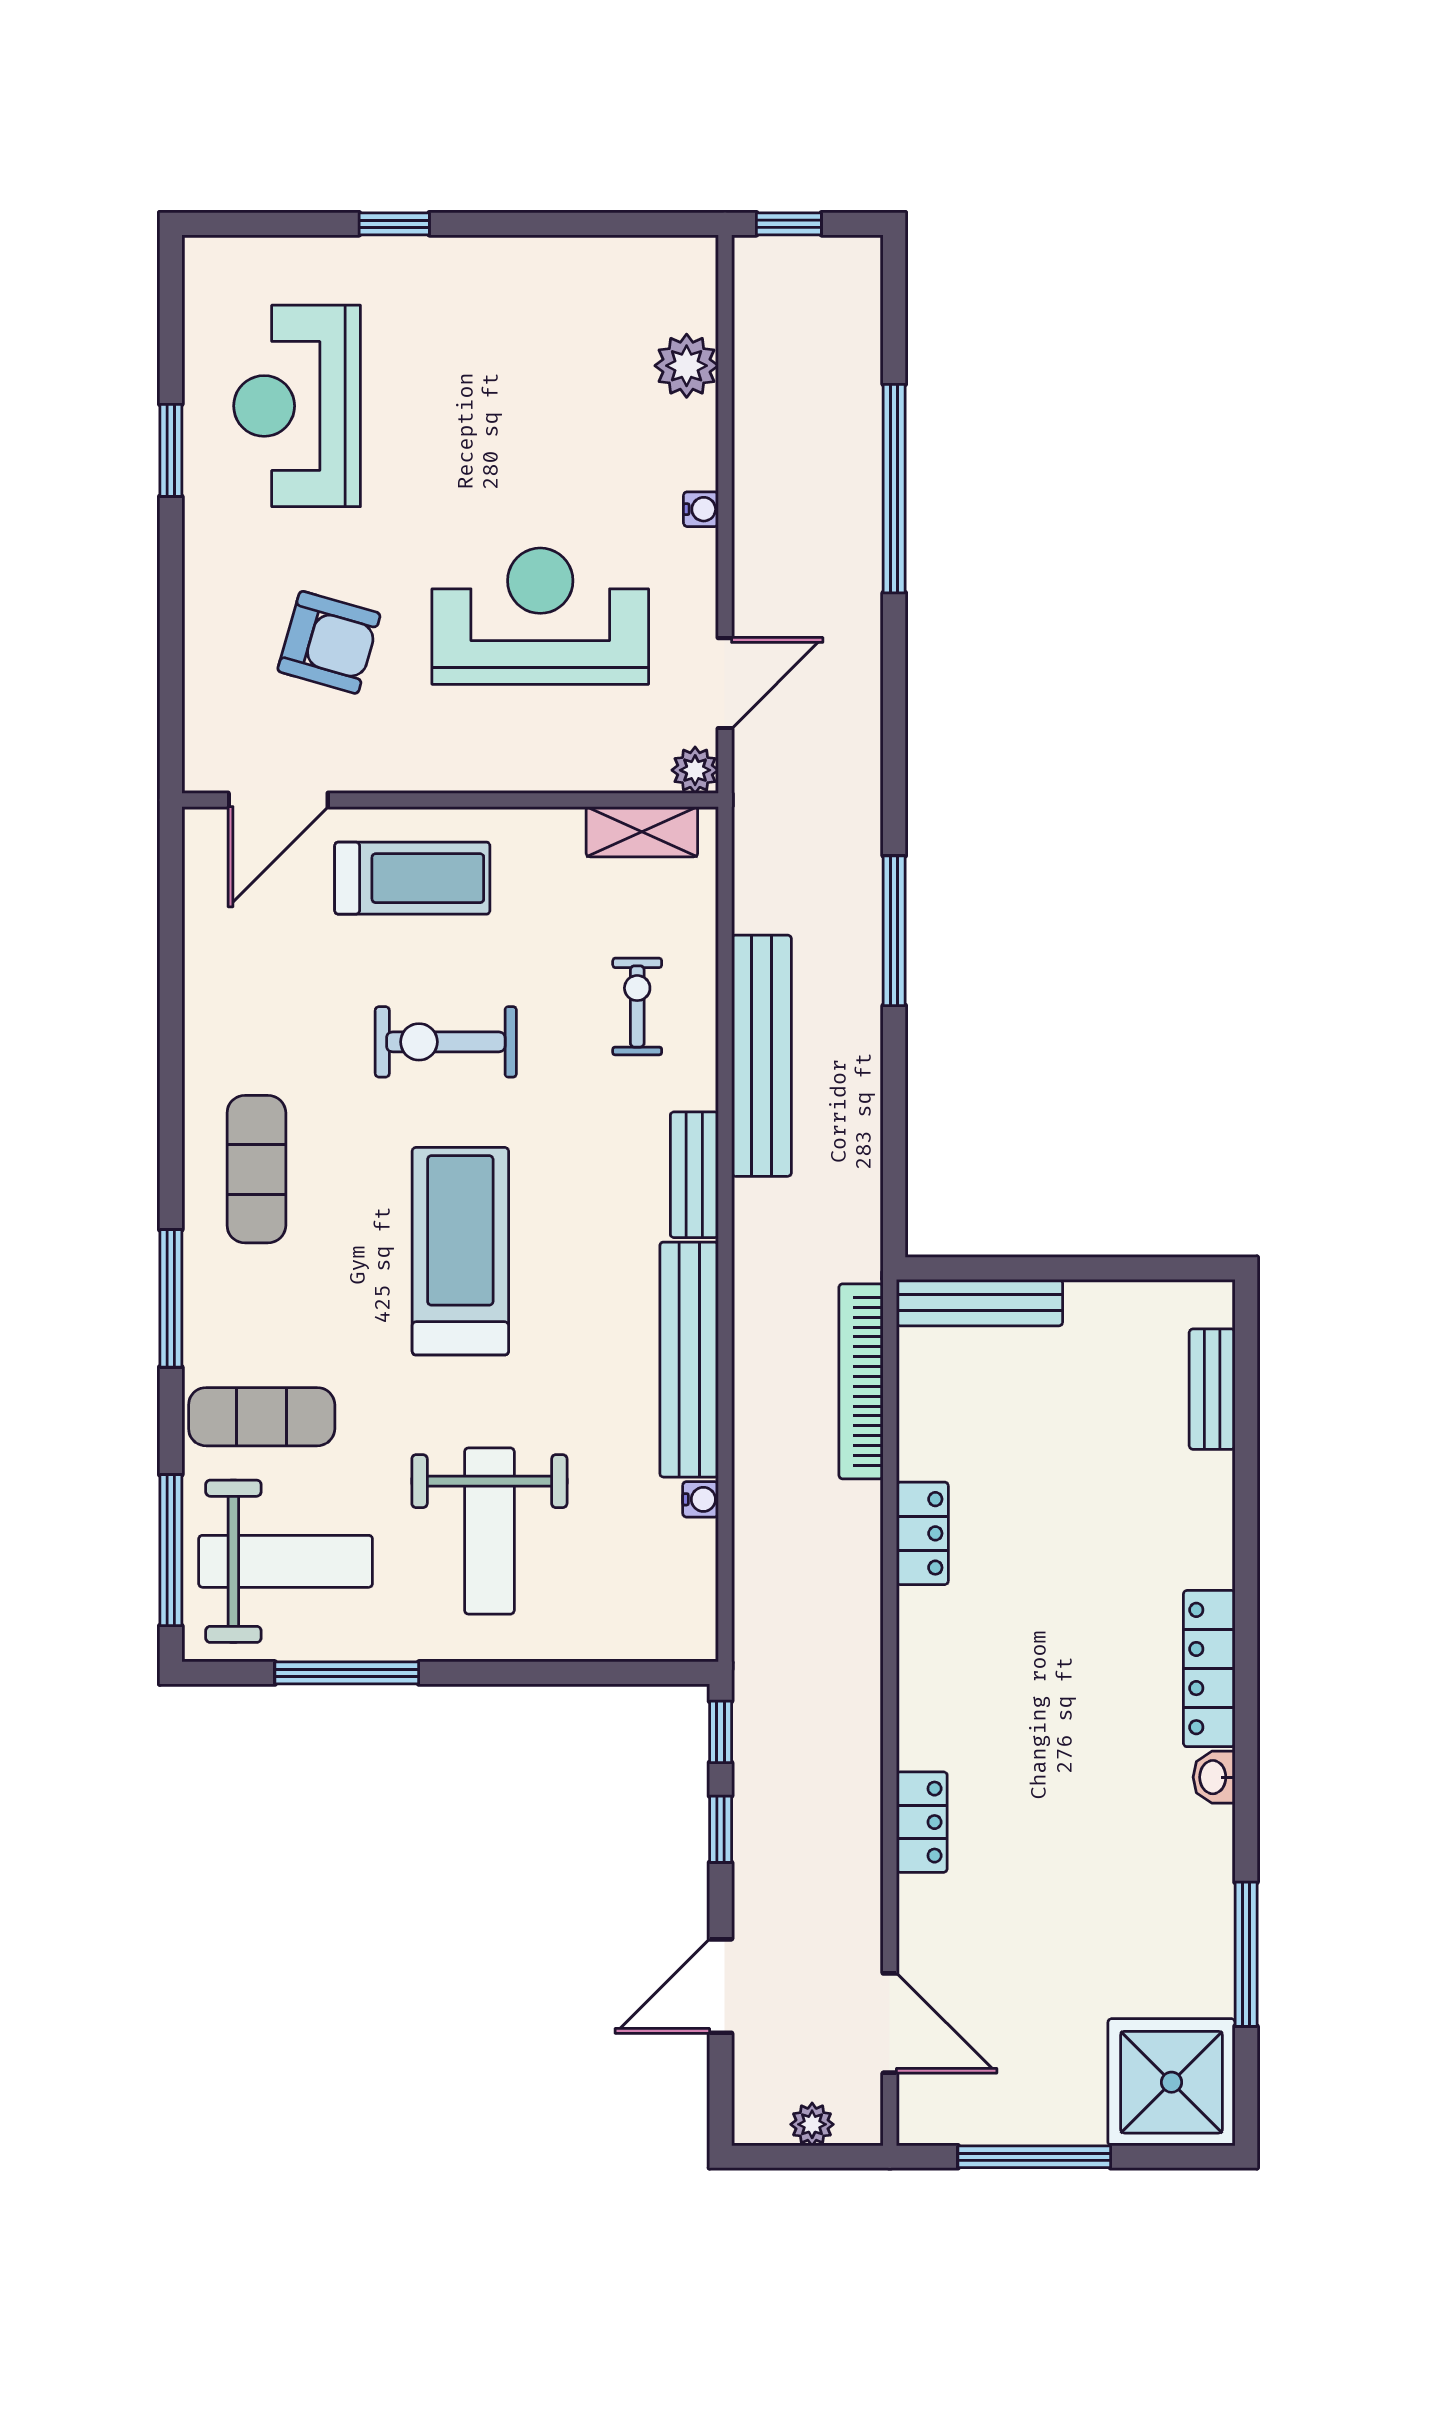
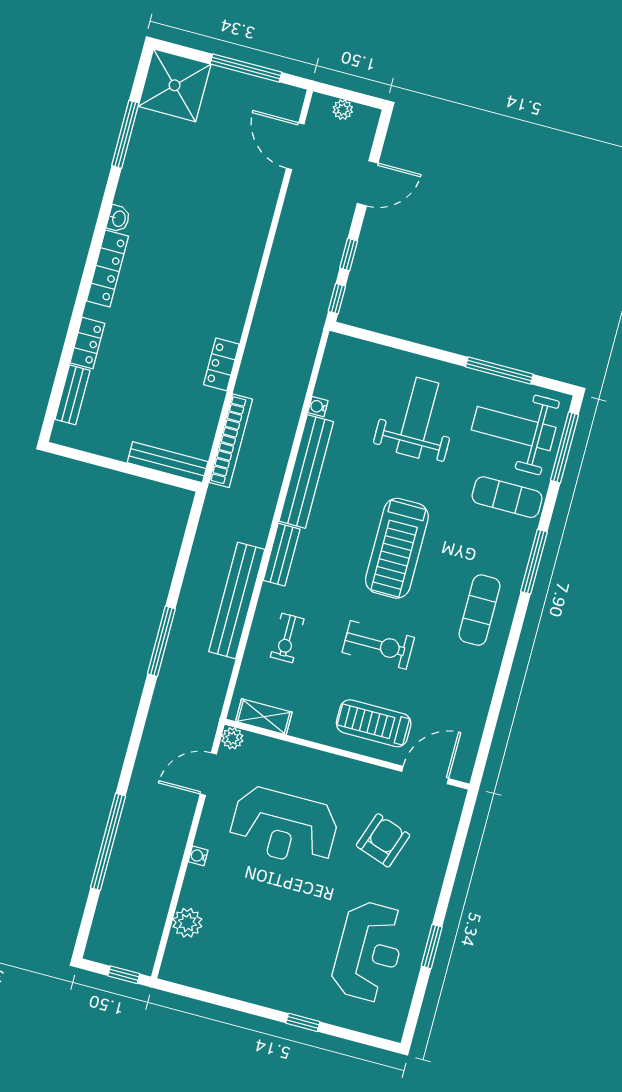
armchair: (329, 642) -> (383, 840), turned 93
locker: (922, 1822) -> (87, 343), moved, turned 180

